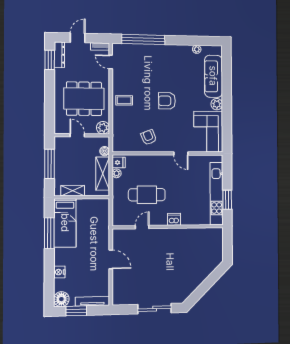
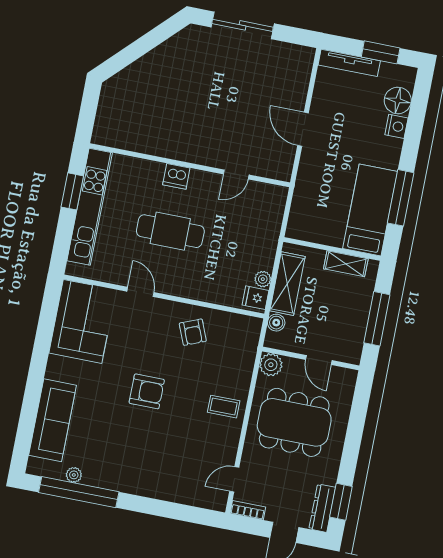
window: (143, 39) -> (79, 492), moved
door: (111, 62) -> (234, 479), swing flipped
plant: (217, 104) -> (57, 369), removed
cafe table: (147, 195) -> (170, 231), moved
floor lamp: (61, 299) -> (398, 100), moved

